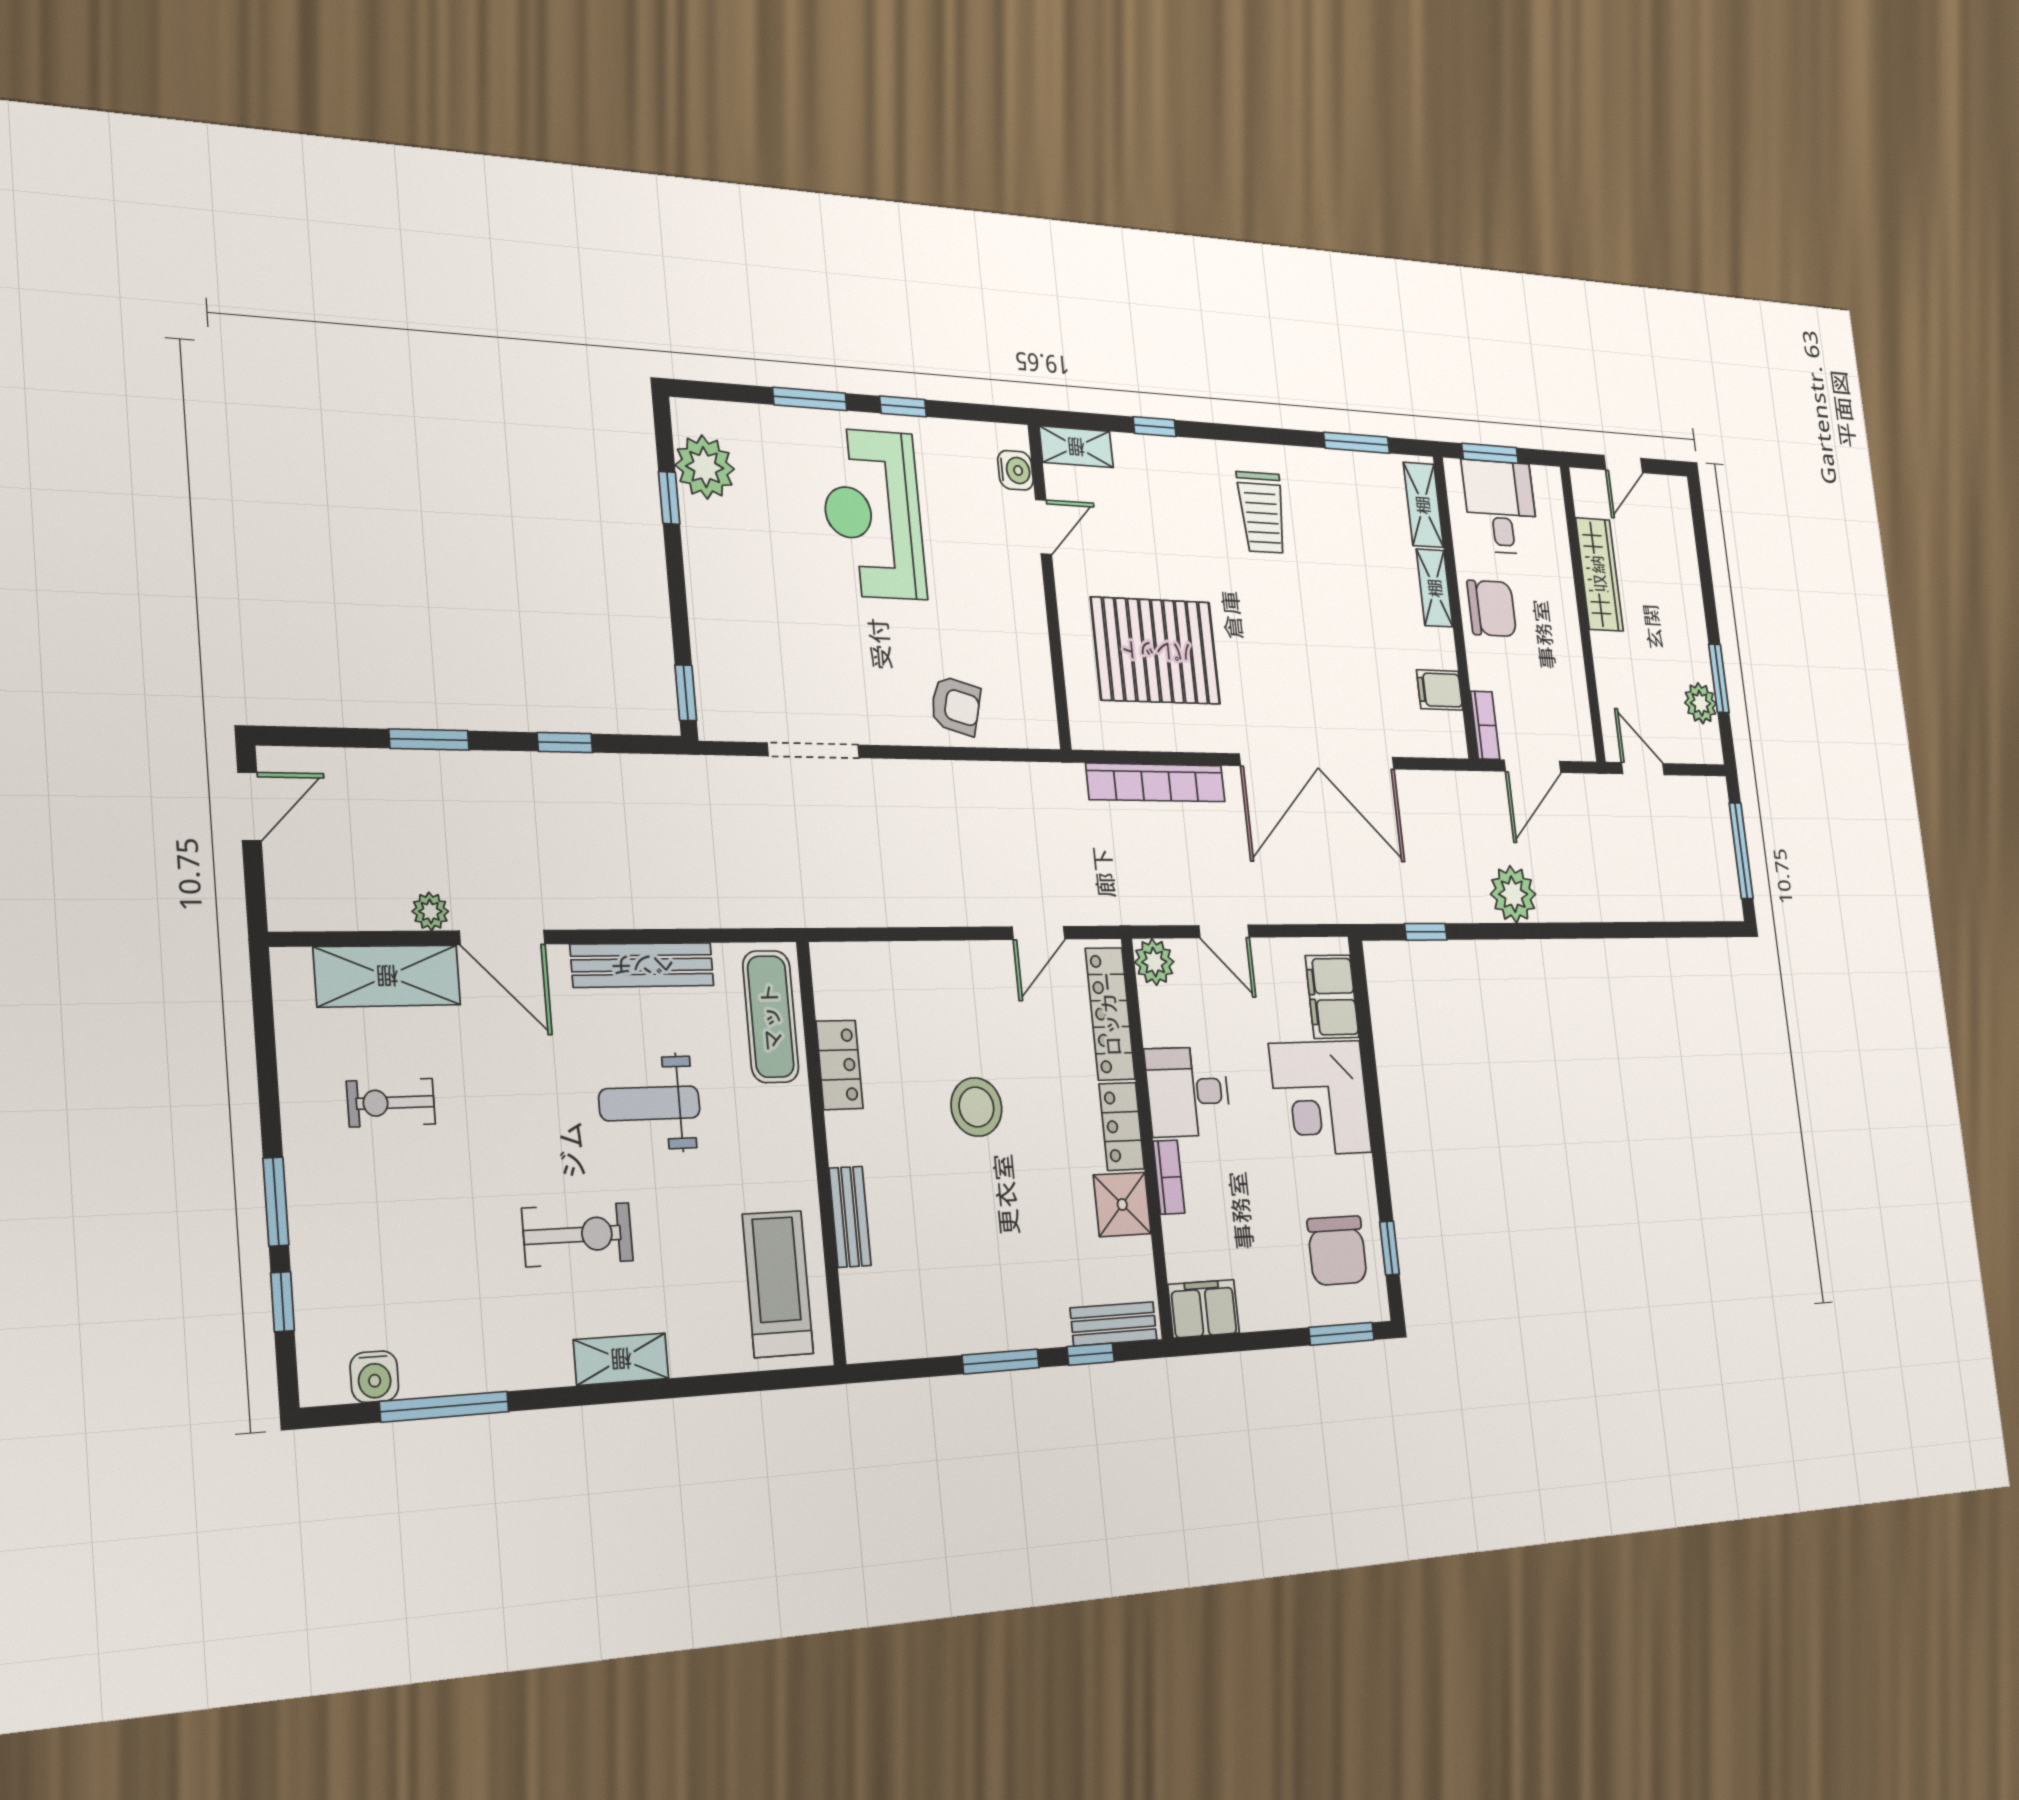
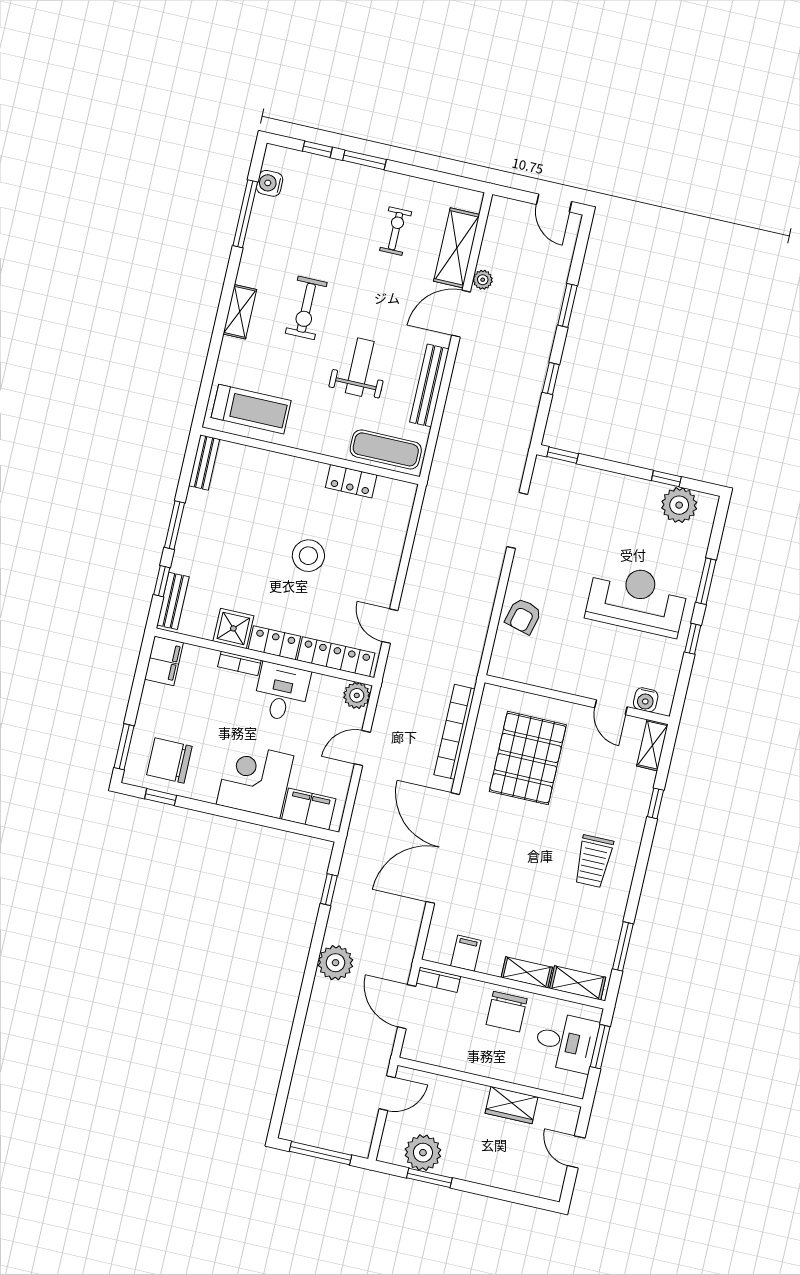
trolley: (1262, 512) -> (593, 861), turned -90
wardrobe: (1599, 574) -> (512, 1105), width x0.67
plant: (1701, 703) -> (423, 1153), width x1.36, depth x1.36
bench: (850, 1217) -> (204, 462), moved, turned 90

